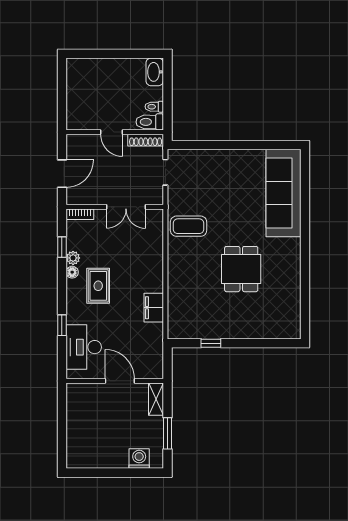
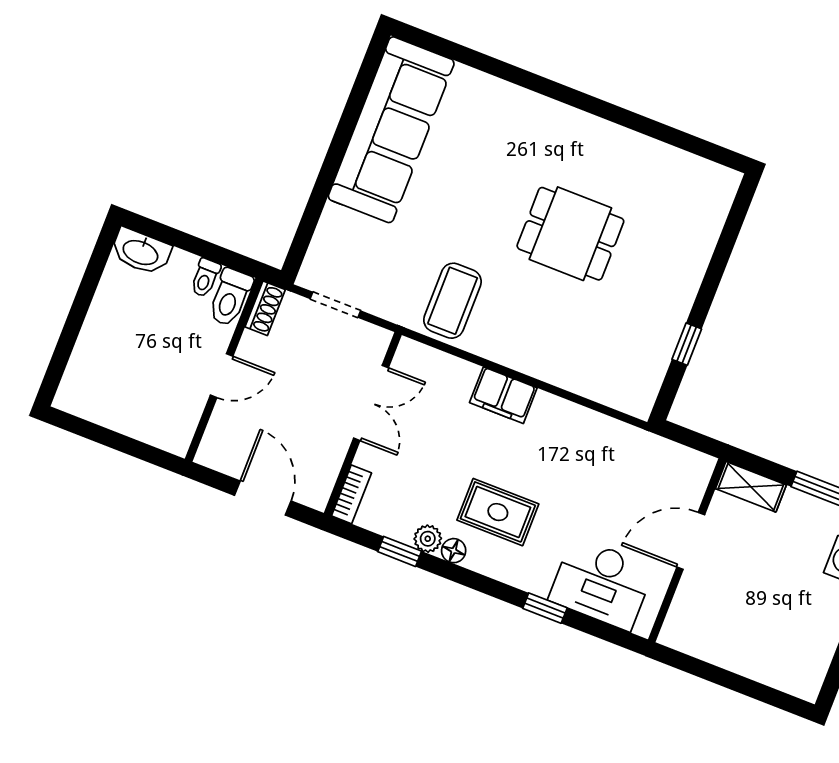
shoe rack: (146, 140) -> (265, 308), width x0.70
sofa: (284, 193) -> (391, 130), moved, turned -90
filing cabinet: (154, 308) -> (503, 395), moved

